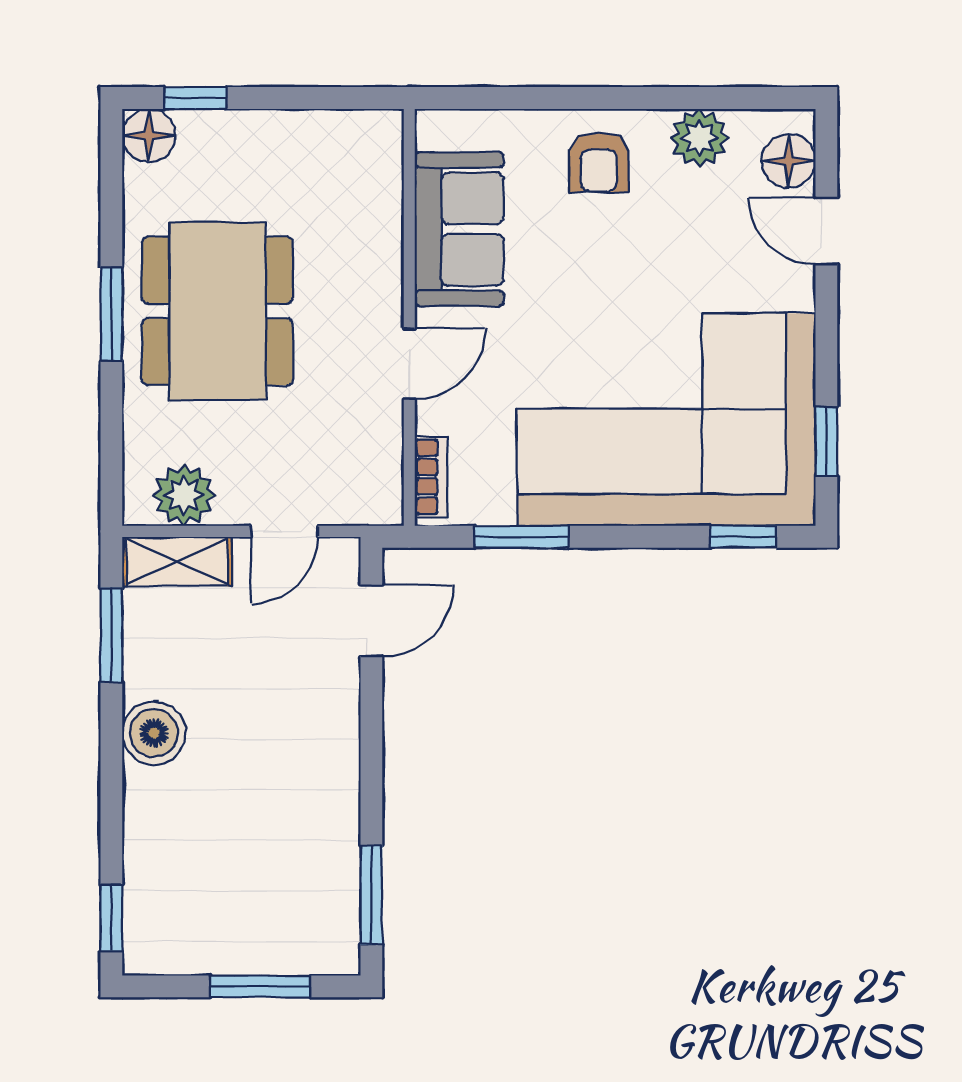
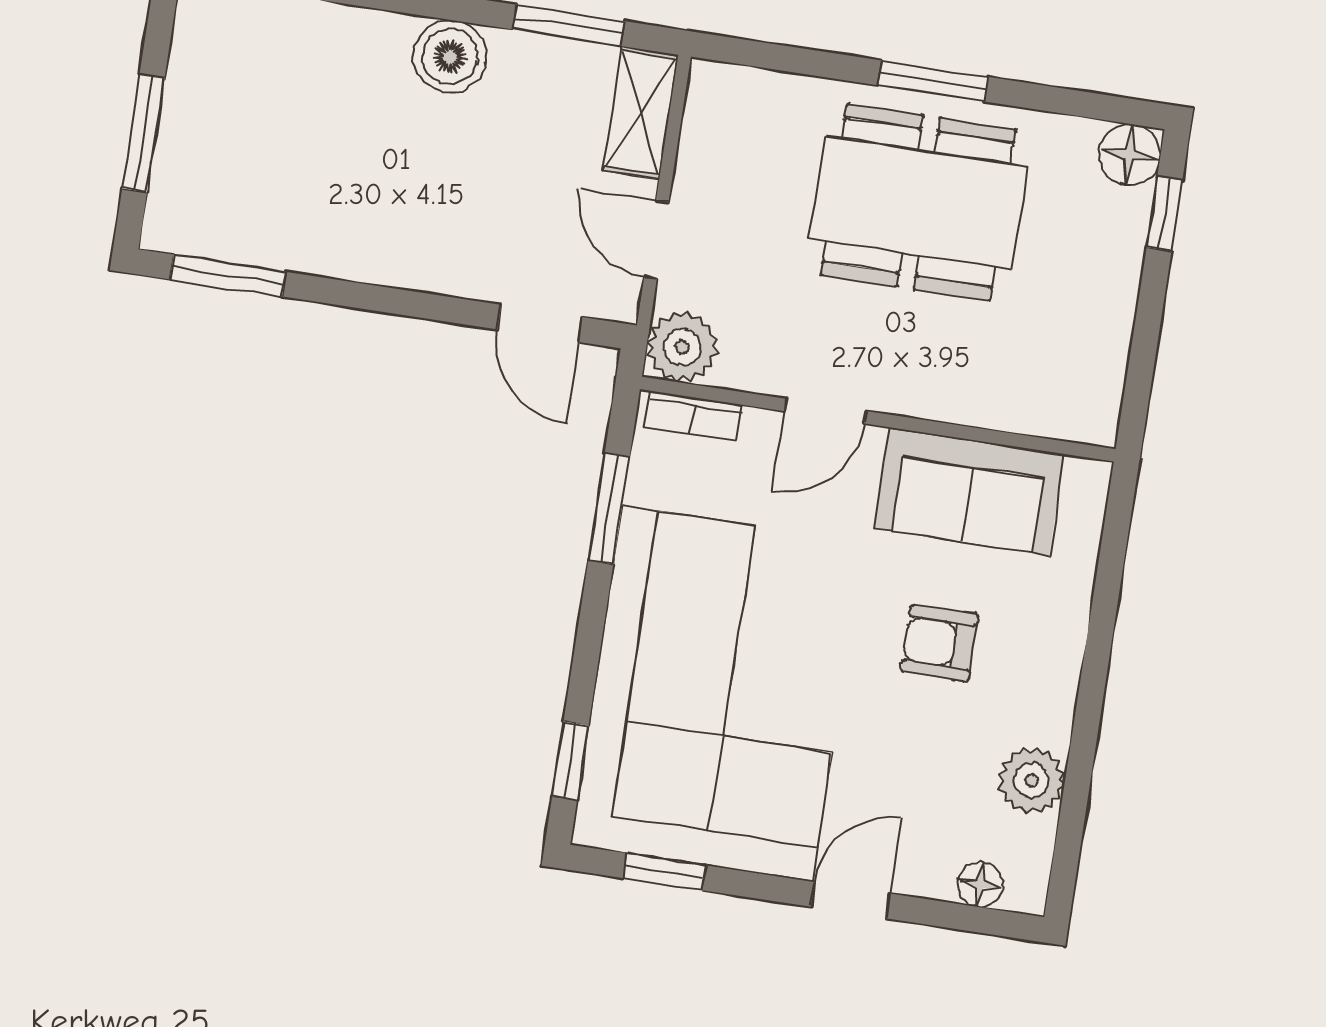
floor lamp: (789, 161) -> (980, 885), width x0.73, depth x0.73
armchair: (599, 162) -> (939, 643), moved
door: (826, 231) -> (851, 900), moved
door: (409, 364) -> (825, 411), hinge flipped
plant: (184, 495) -> (682, 347), moved

